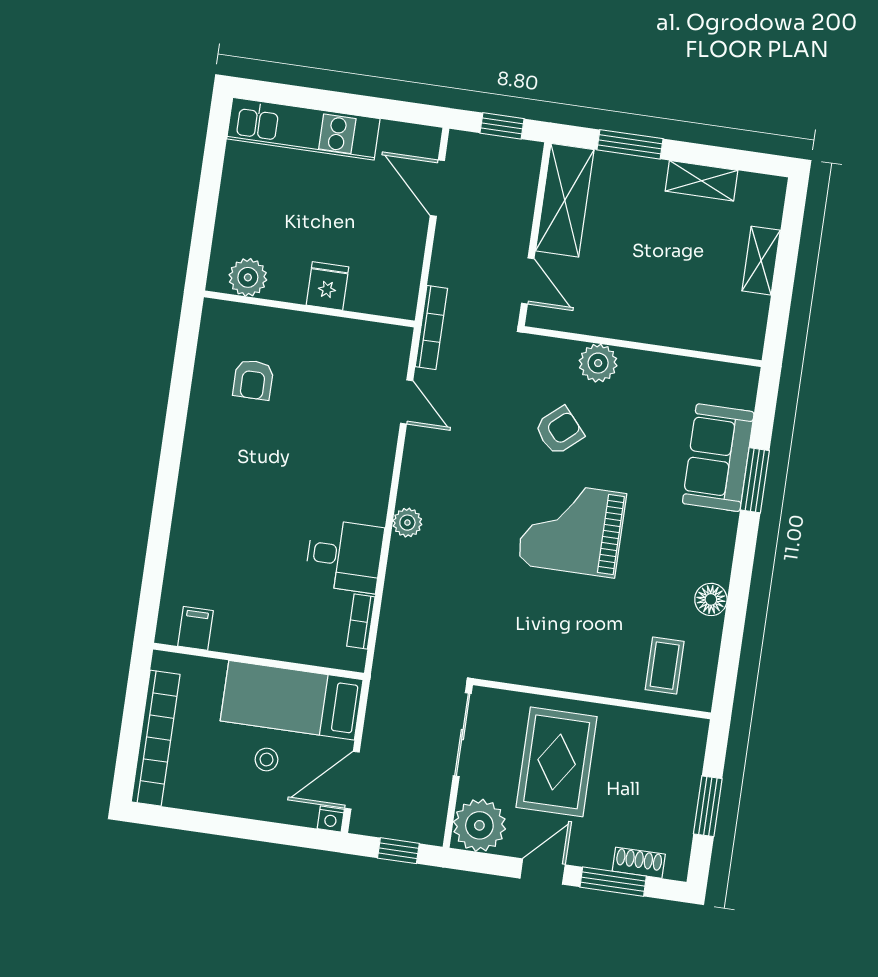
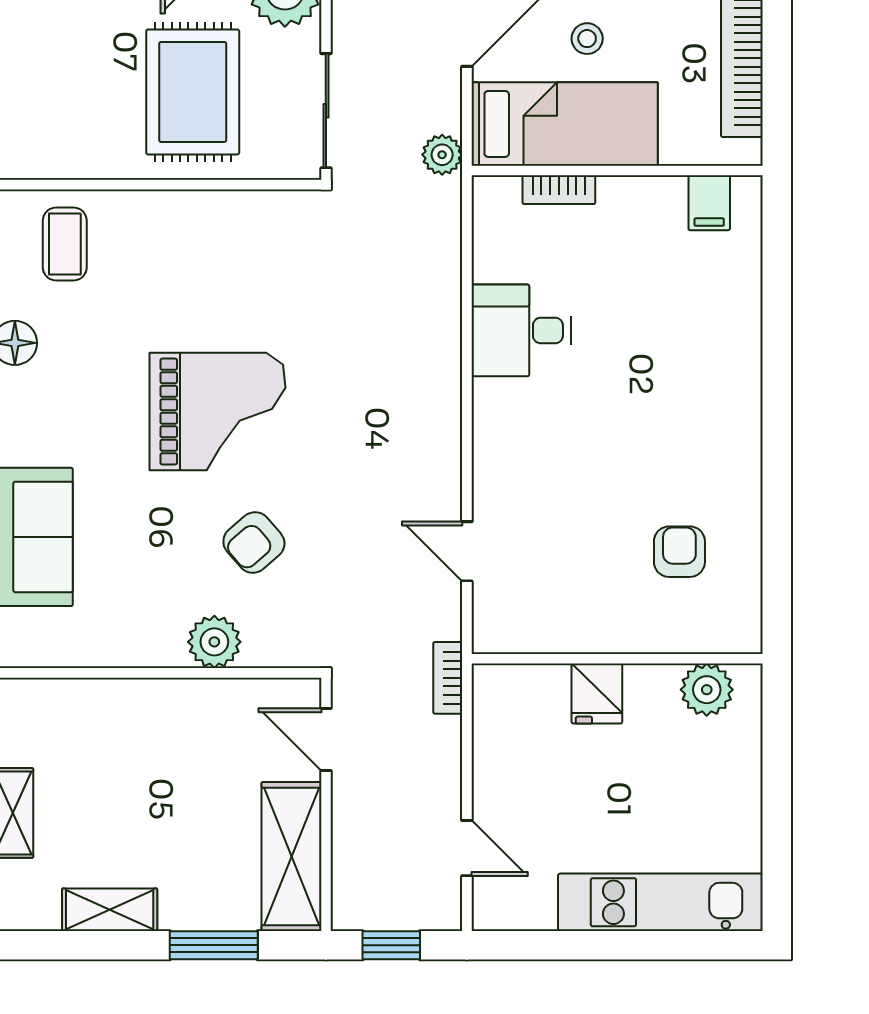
door: (437, 188) -> (467, 848), width x0.73
bookcase: (431, 327) -> (448, 678), width x0.64
plant: (407, 523) -> (442, 155), moved
bookcase: (361, 621) -> (559, 190), moved, turned 90

